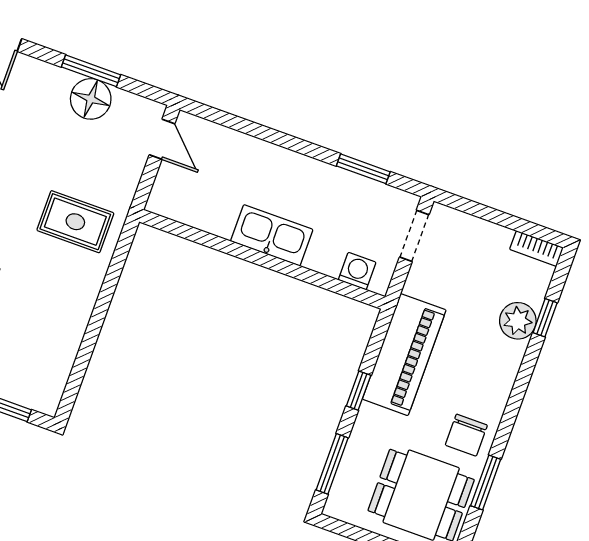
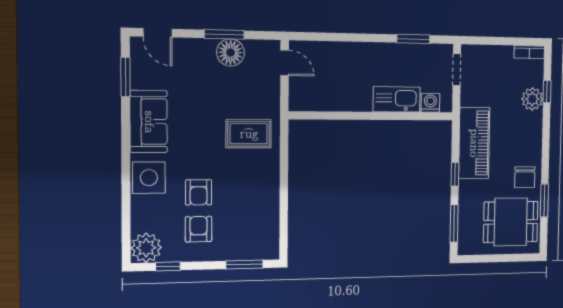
kitchen sink: (272, 235) -> (397, 99), moved

